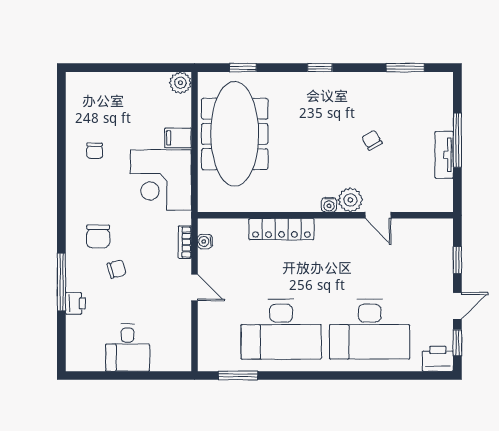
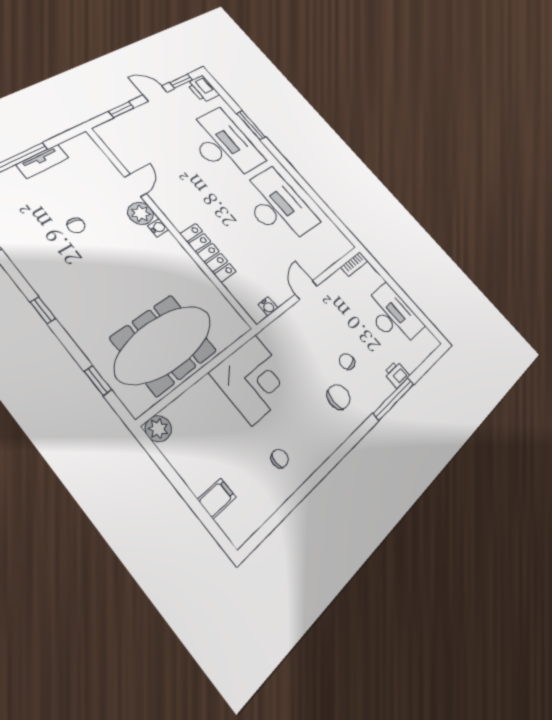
filing cabinet: (178, 138) -> (217, 498), moved, turned -90
chair: (372, 140) -> (76, 225), turned -47
bookcase: (185, 242) -> (354, 264), moved
desk: (128, 348) -> (393, 316), width x1.37
window: (238, 376) -> (251, 125), moved

